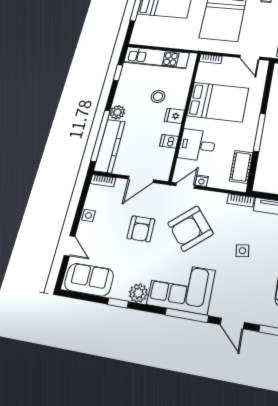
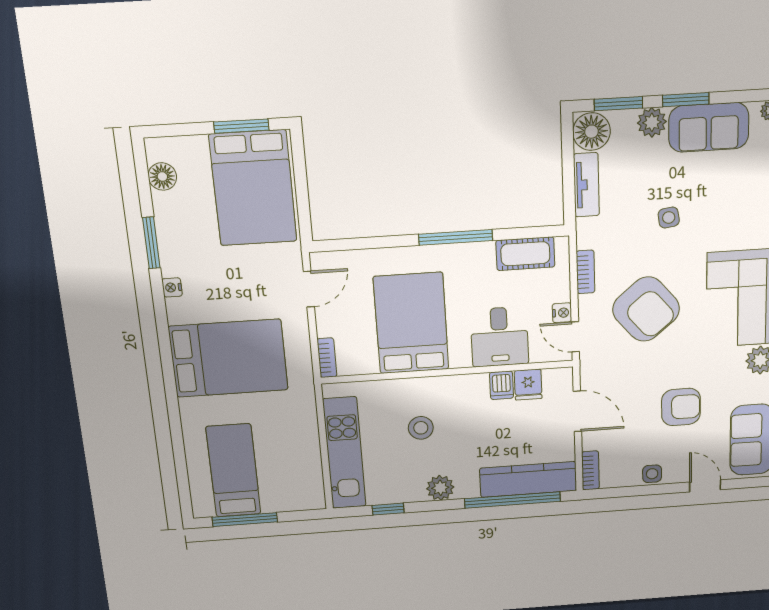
plant: (117, 112) -> (440, 488), moved
fridge: (174, 116) -> (528, 385), moved
bookcase: (241, 200) -> (585, 272), moved
armchair: (141, 229) -> (681, 407), moved
door: (70, 246) -> (705, 486), hinge flipped

